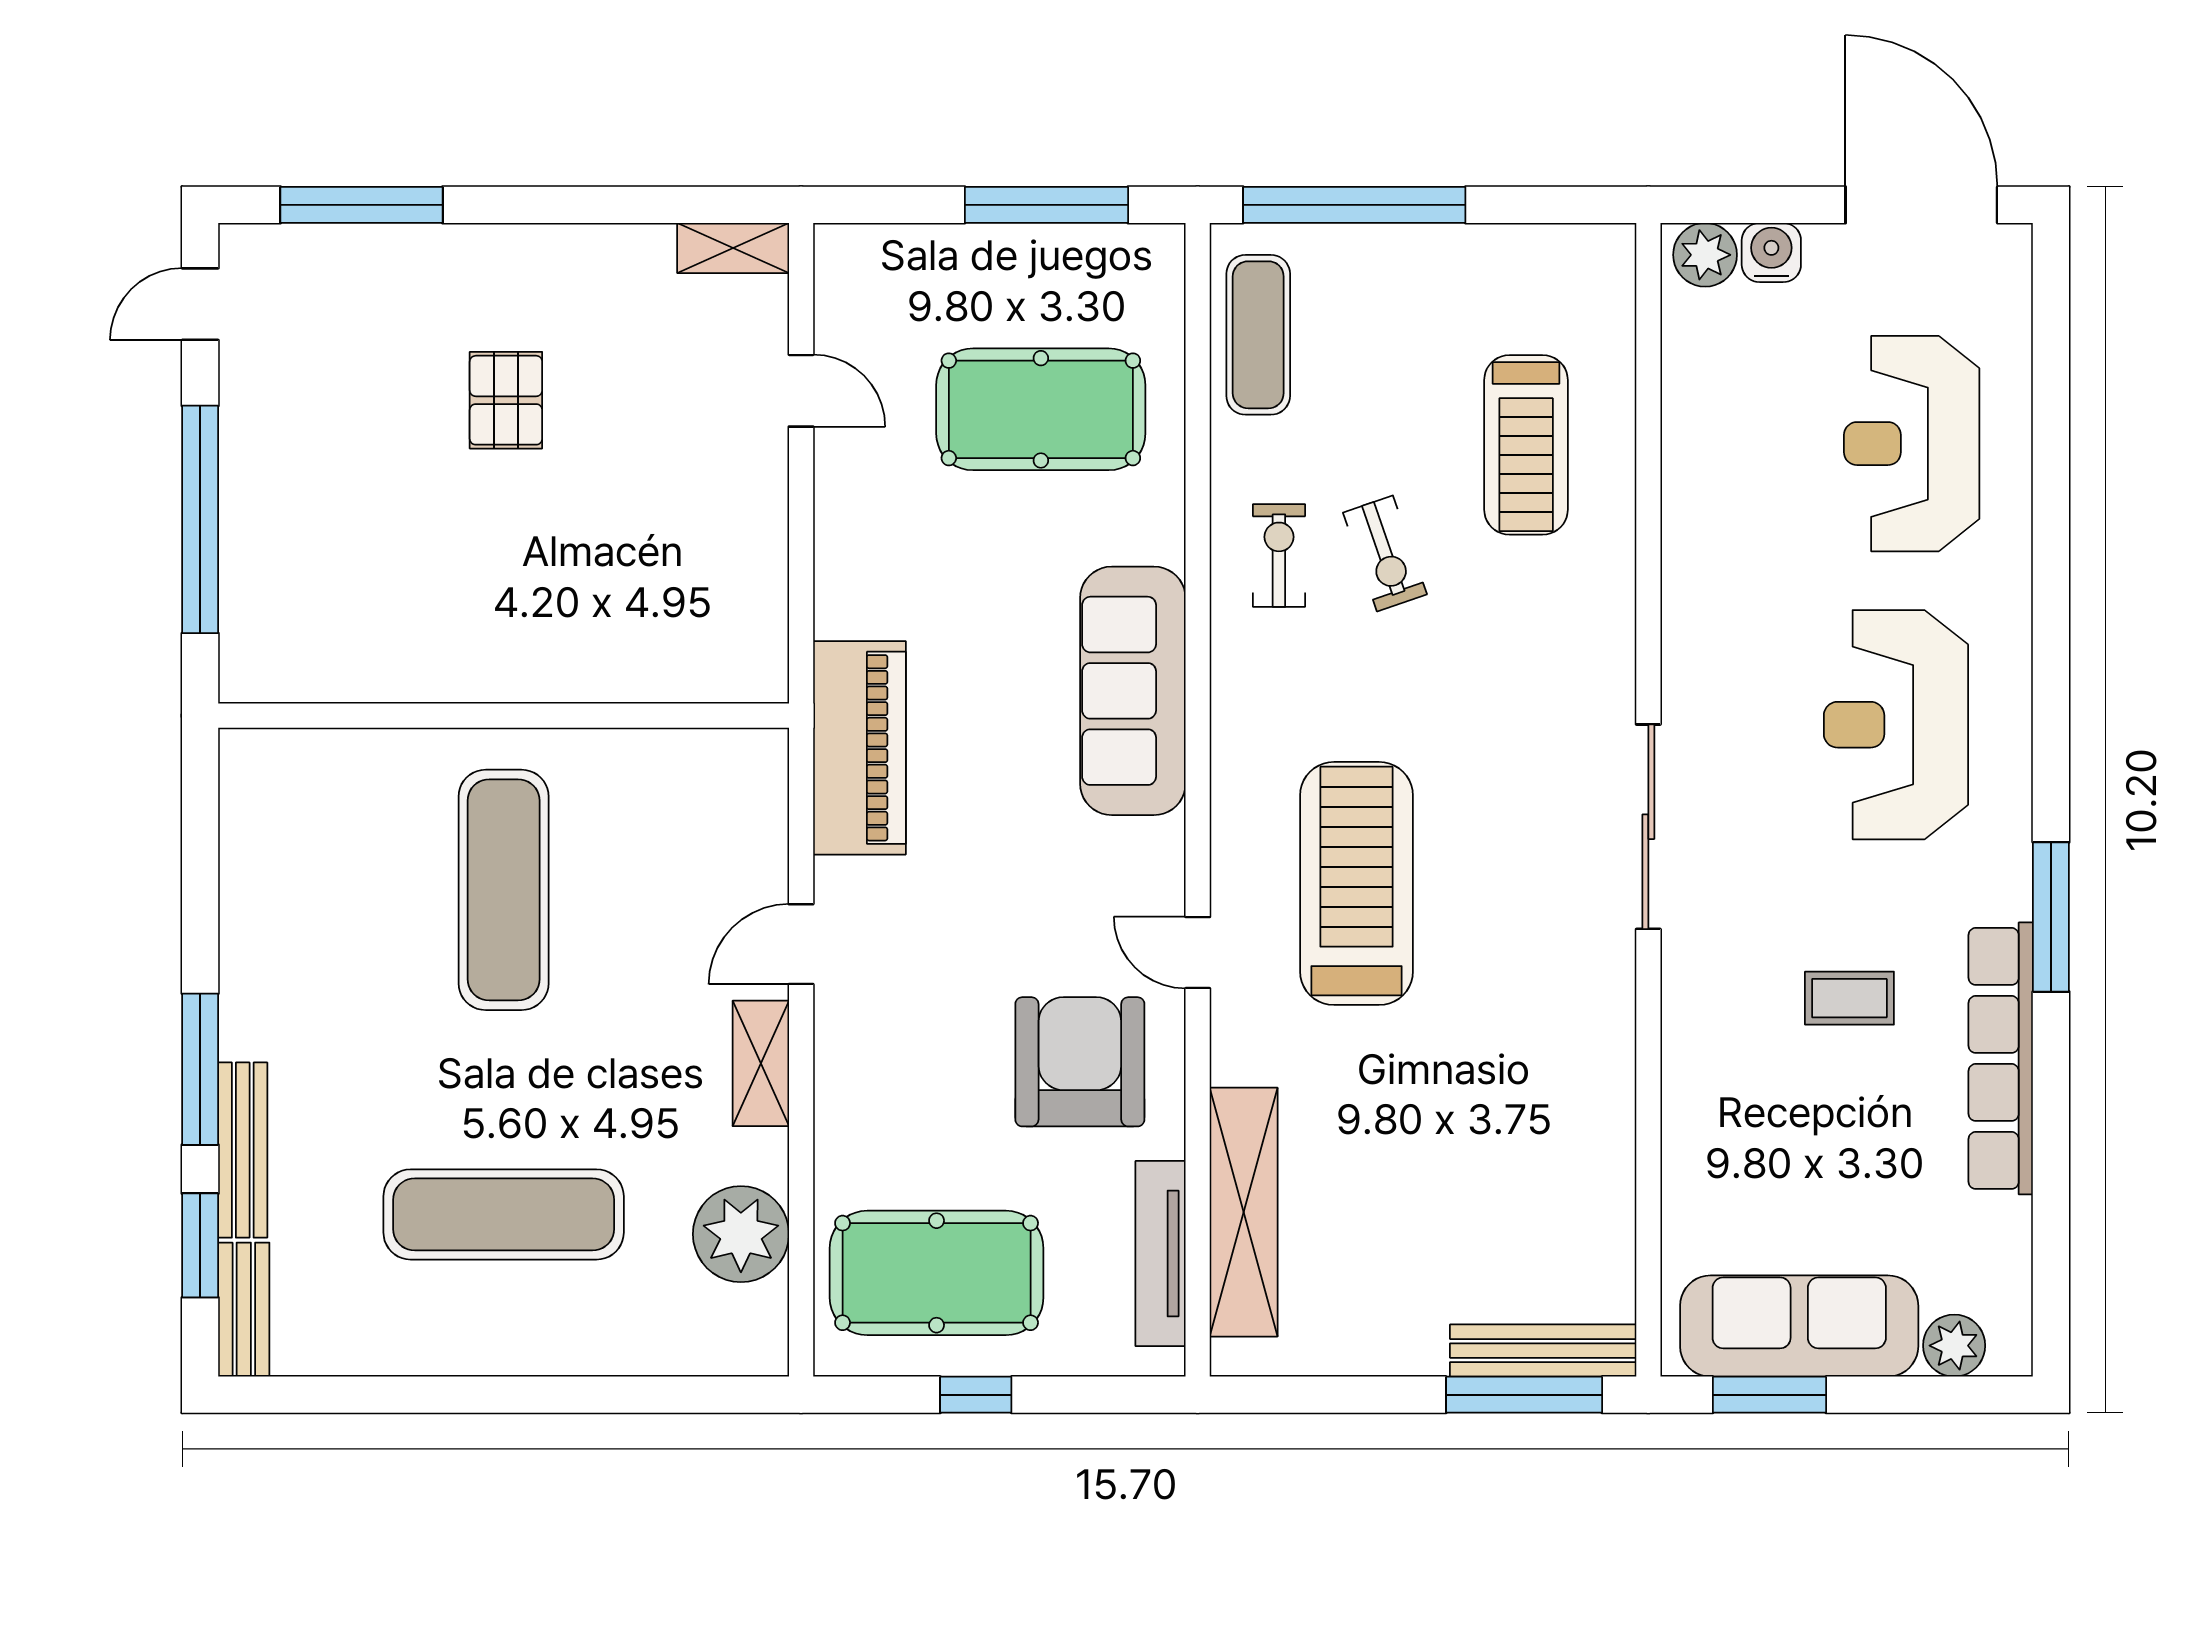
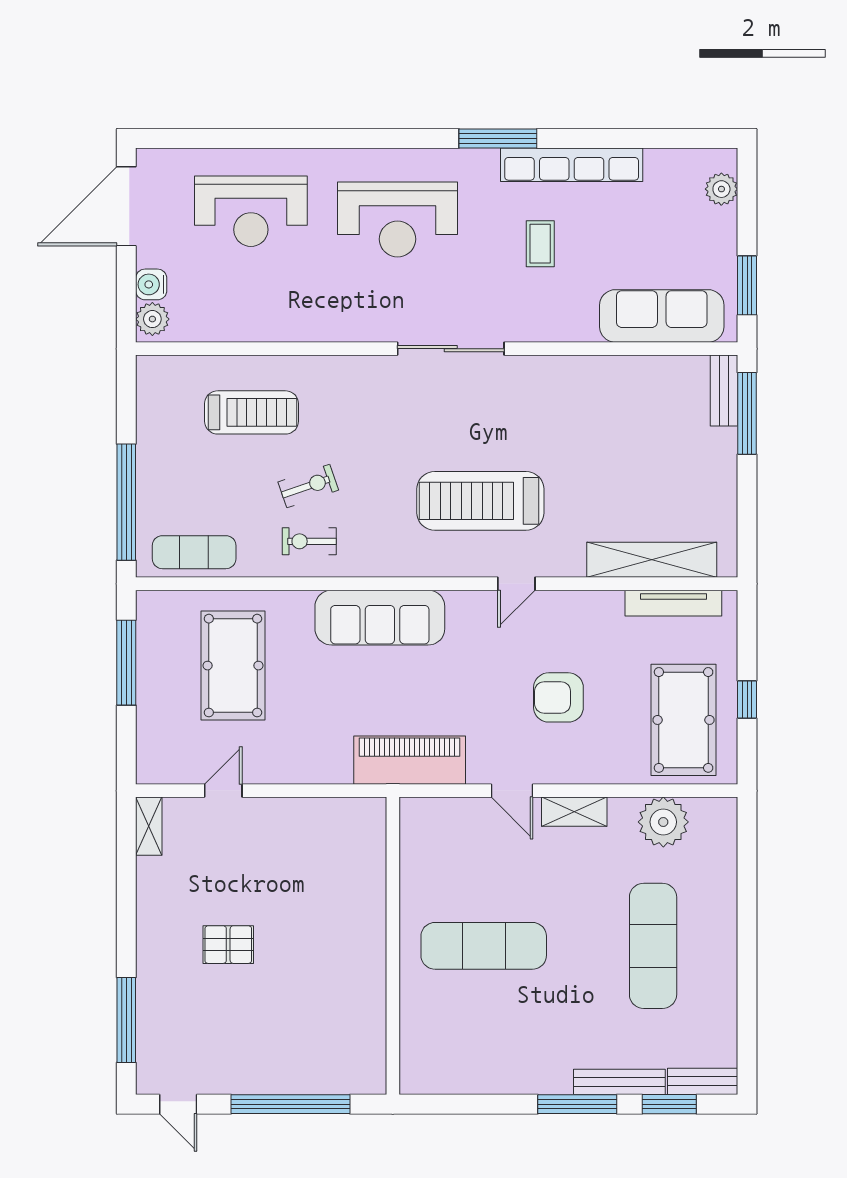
armchair: (1080, 1062) -> (558, 697), moved, width x0.73, depth x0.73
sofa: (1799, 1326) -> (662, 316), moved, turned 90
bench: (1543, 1351) -> (724, 391), width x0.73

